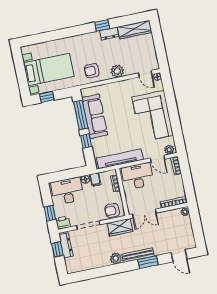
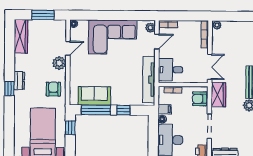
window: (102, 25) -> (9, 89), moved
dresser: (109, 34) -> (19, 81), moved
window: (159, 46) -> (43, 15), added
armchair: (92, 71) -> (53, 89), turned 180
door: (145, 74) -> (68, 48), moved
window: (47, 97) -> (70, 128), moved
sofa: (95, 116) -> (94, 96), width x0.73
desk: (138, 176) -> (170, 70), width x0.73
armchair: (112, 210) -> (200, 99), turned 90

